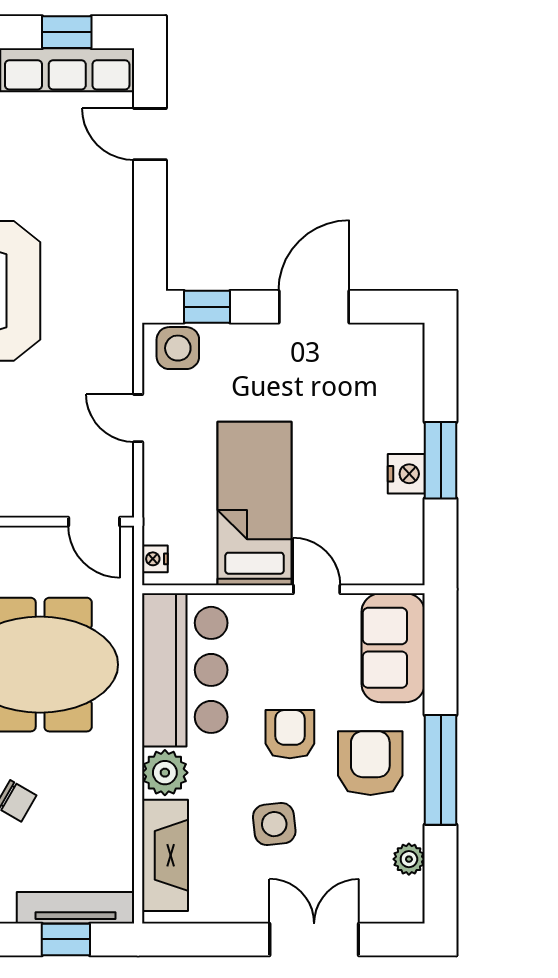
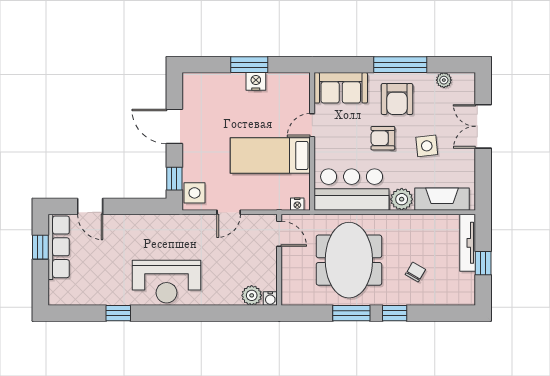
door: (150, 134) -> (90, 206), hinge flipped
door: (94, 522) -> (279, 234), hinge flipped
armchair: (370, 763) -> (397, 99), turned -90
window: (66, 939) -> (483, 263), moved

